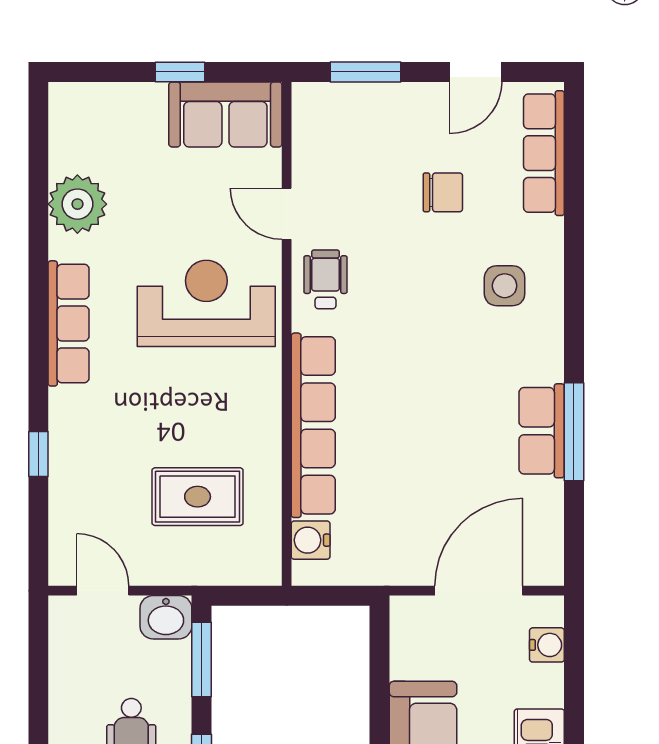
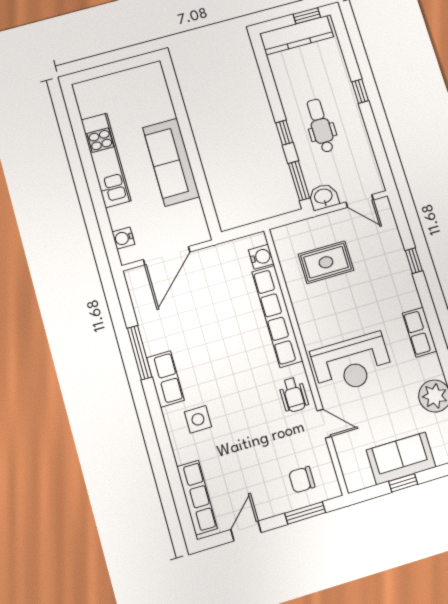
sofa: (225, 114) -> (401, 458), moved
chair: (443, 192) -> (302, 480), moved
row of seats: (69, 323) -> (420, 332), width x0.68
row of seats: (542, 431) -> (165, 379), moved

